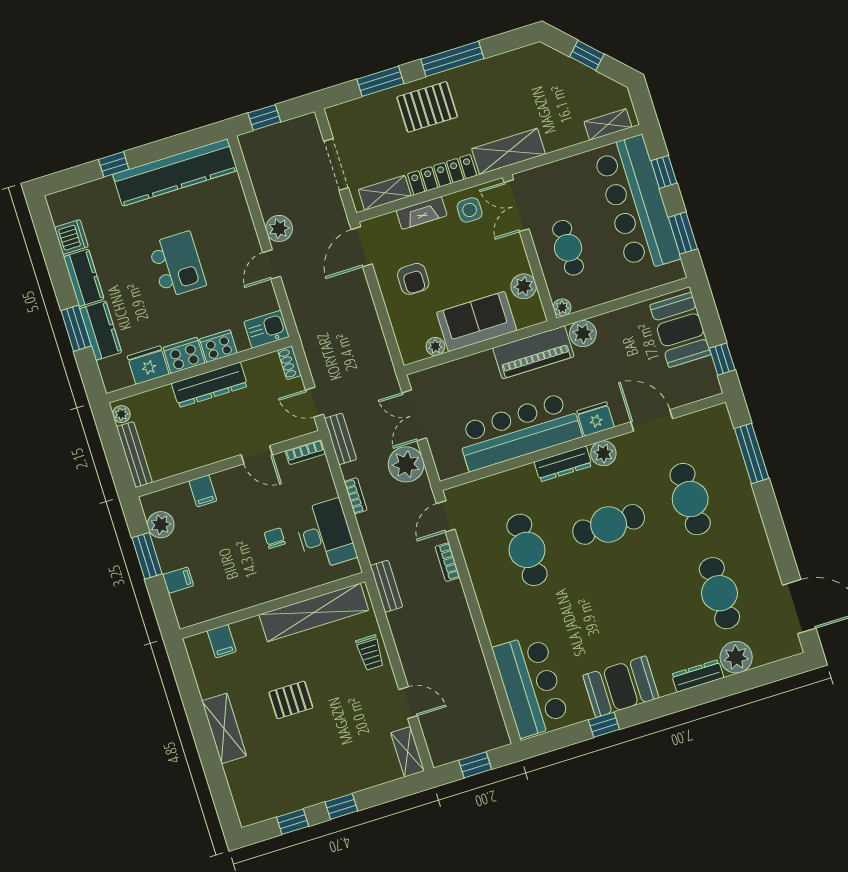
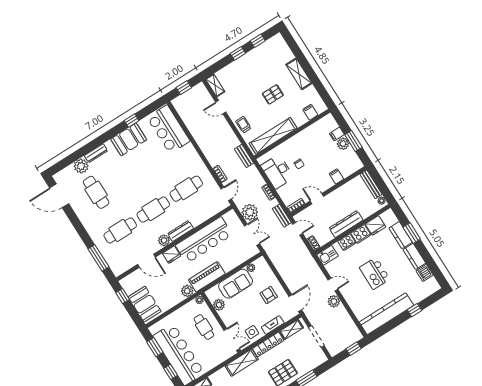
door: (272, 264) -> (333, 285), hinge flipped
cafe table: (690, 499) -> (120, 230), turned 90
plant: (161, 525) -> (343, 144), moved
cafe table: (527, 550) -> (186, 189), turned 90

